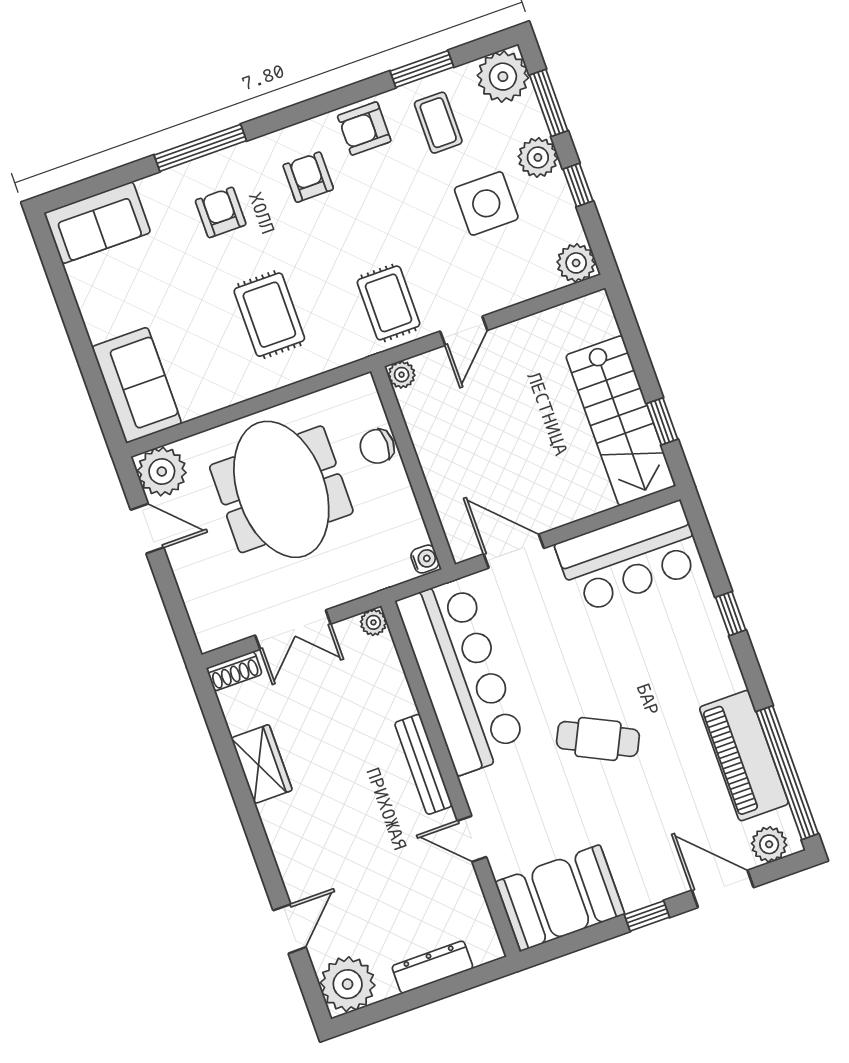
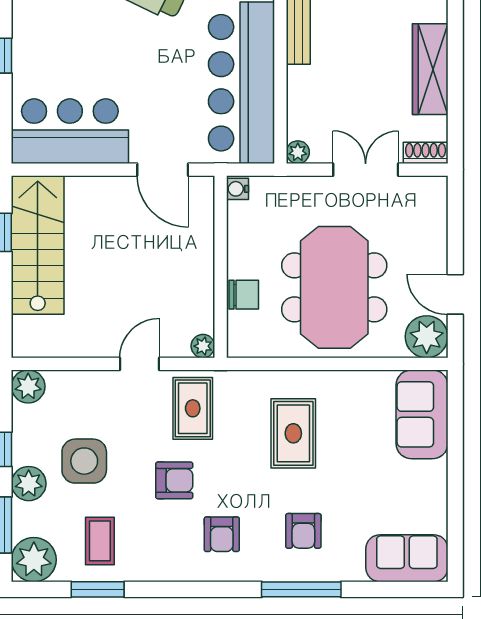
armchair: (364, 129) -> (174, 480), moved
wardrobe: (262, 764) -> (430, 69), width x1.50

